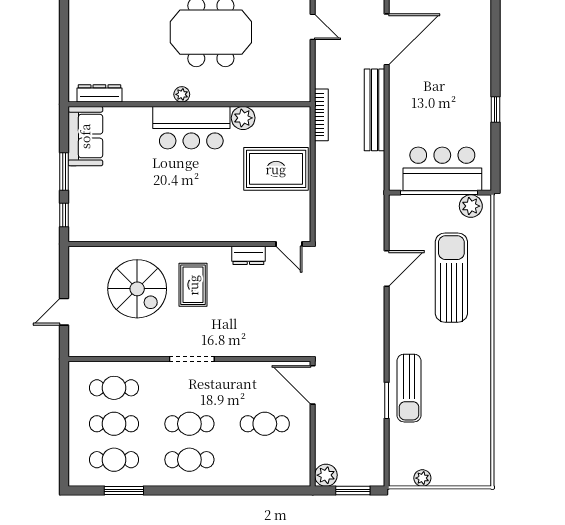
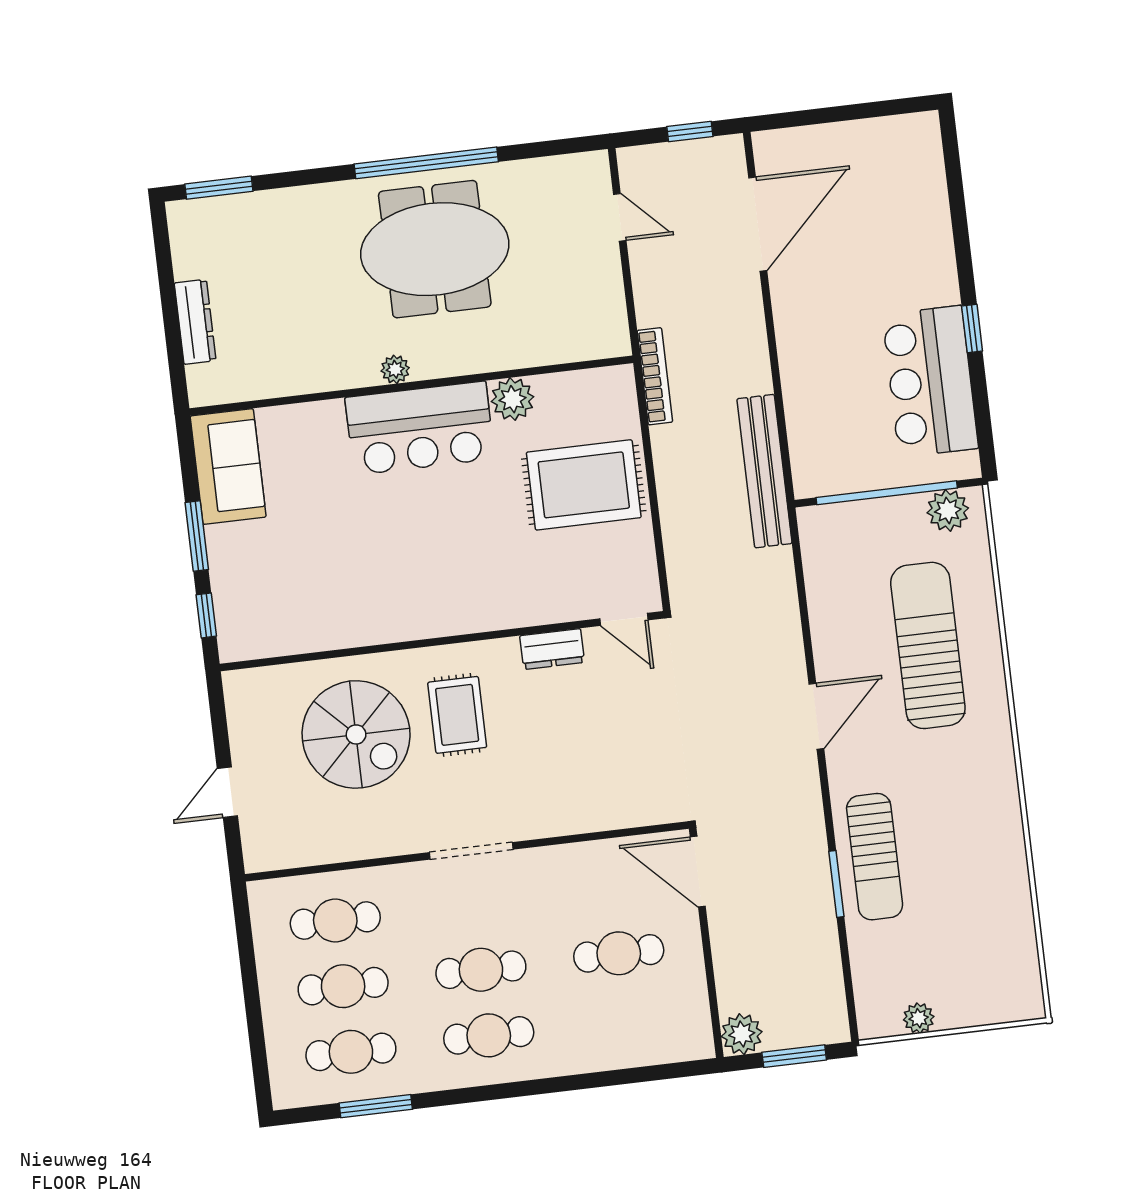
dresser: (99, 93) -> (195, 322), moved, turned 90
bench: (374, 110) -> (764, 471), moved
bar counter: (442, 169) -> (930, 381), moved, turned -90
door: (387, 269) -> (816, 716), moved

